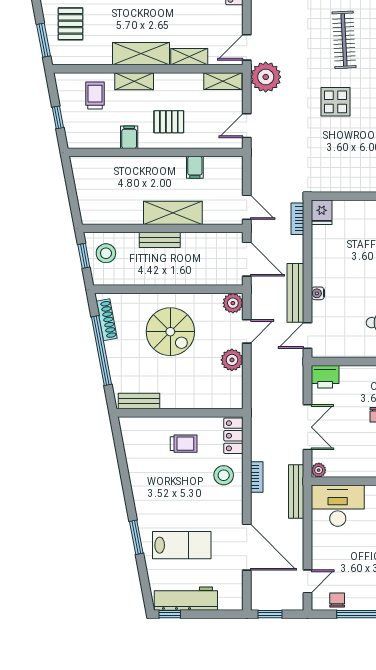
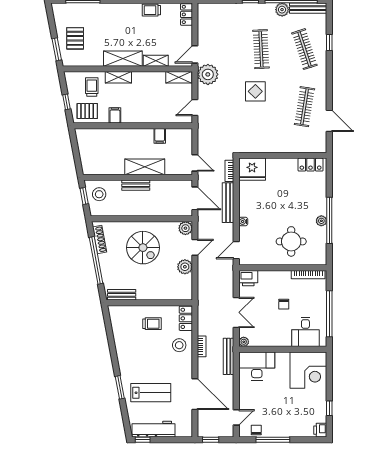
pallet: (169, 122) -> (87, 111), moved
fridge: (322, 212) -> (252, 169), width x1.88, depth x1.34
bench: (295, 293) -> (228, 203), moved

